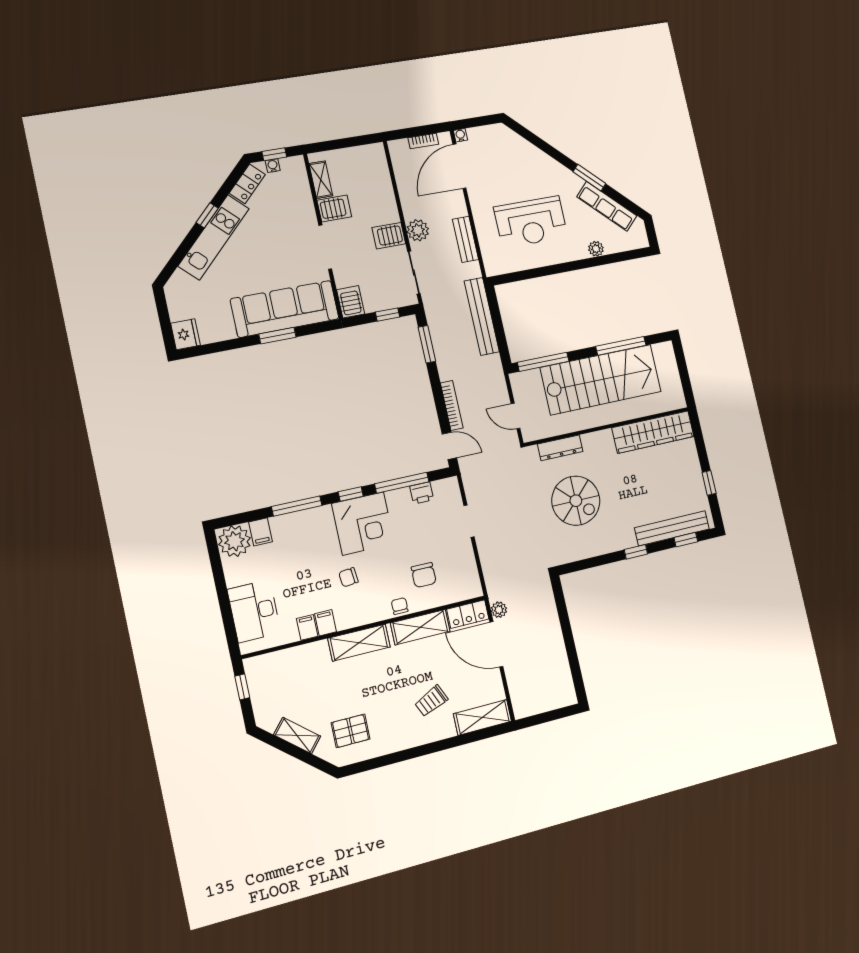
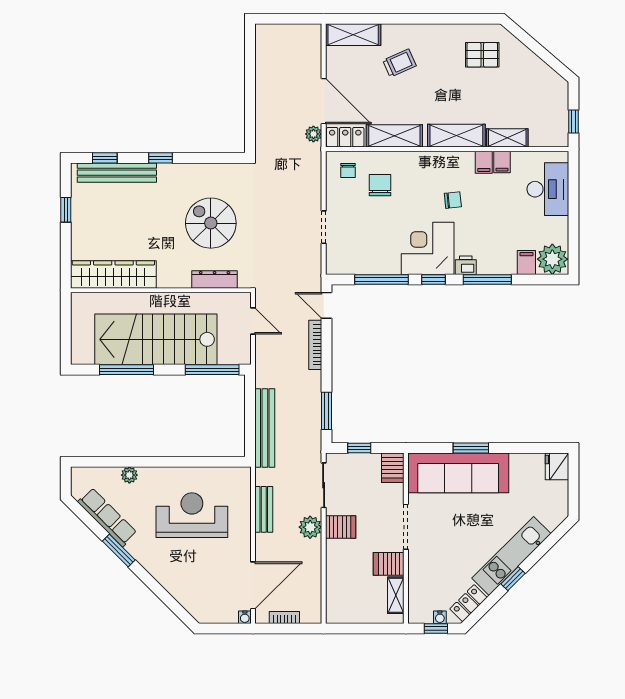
printer: (422, 493) -> (466, 265), moved
chair: (400, 606) -> (348, 171), moved
shelving: (297, 735) -> (507, 138), moved, turned -41

